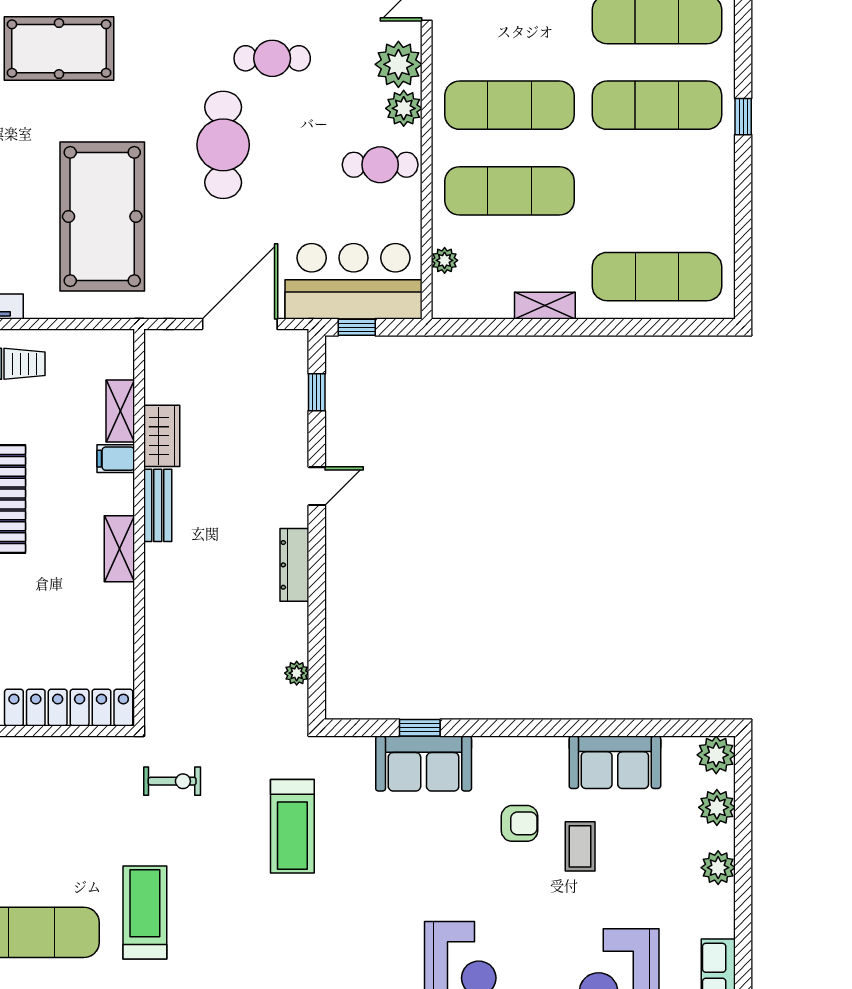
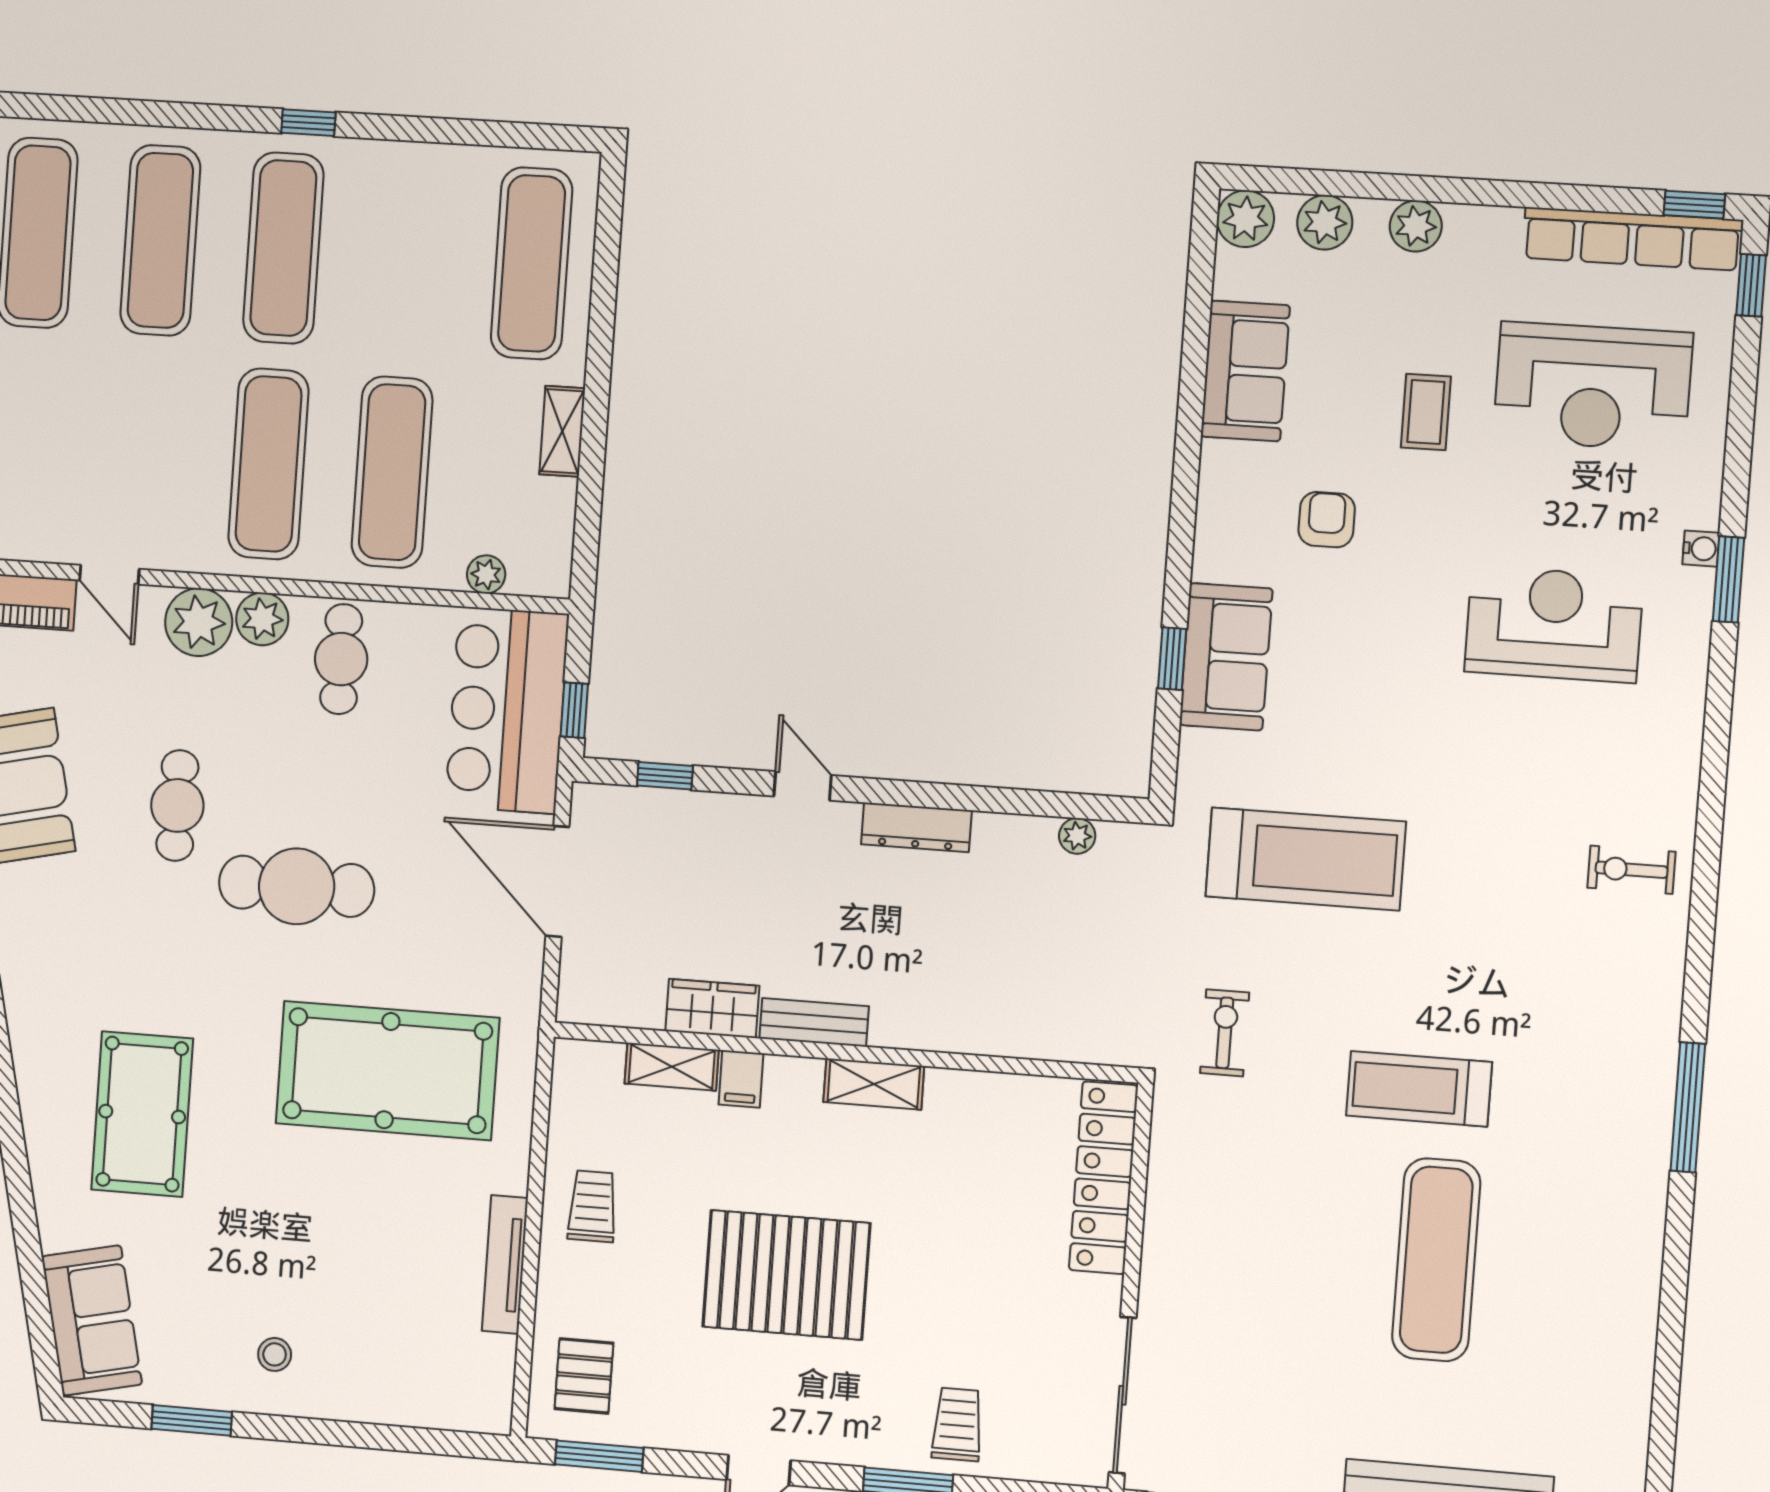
treadmill: (292, 826) -> (1306, 859), width x1.37, depth x1.38
coffee table: (580, 846) -> (1426, 412), moved, turned 90

